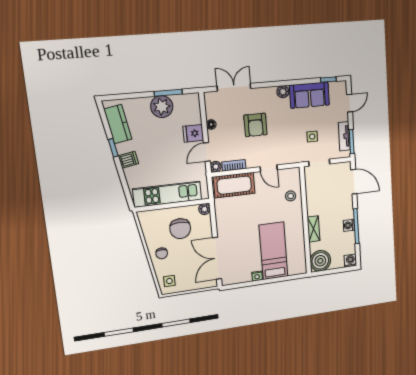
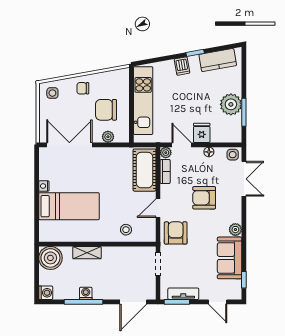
side table: (312, 137) -> (233, 155), moved
armchair: (290, 149) -> (176, 233), added
plant: (204, 209) -> (108, 137), moved

